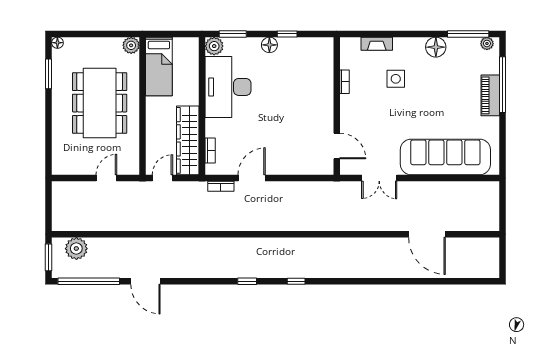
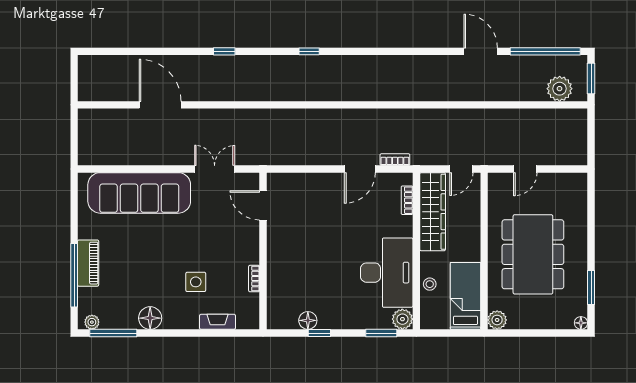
floor lamp: (269, 45) -> (308, 320), moved
stool: (190, 77) -> (430, 284), added
window: (247, 281) -> (224, 51), moved

